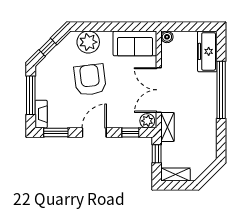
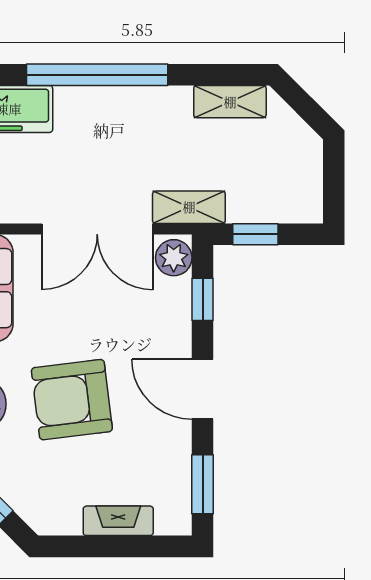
window: (31, 95) -> (110, 546), removed
fireplace: (41, 114) -> (118, 521), moved
shelving: (176, 175) -> (230, 102), moved, turned 90

